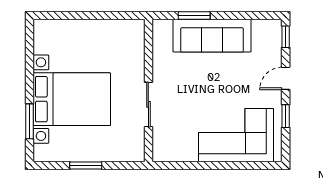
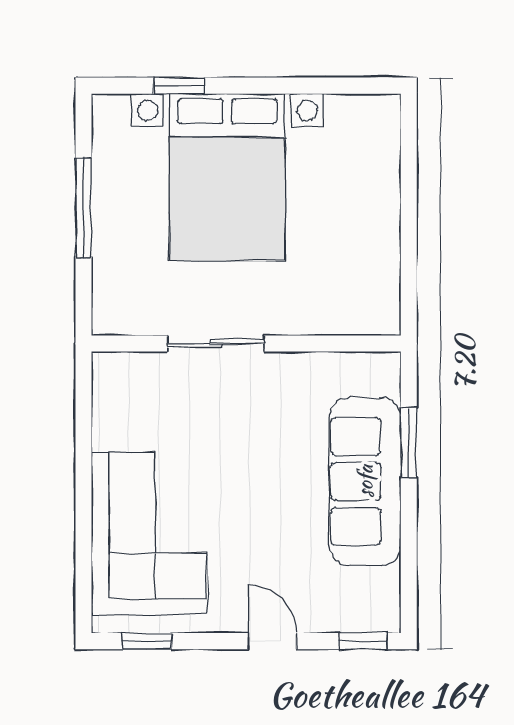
window: (286, 116) -> (147, 641), moved
window: (30, 121) -> (179, 86), width x0.67
window: (86, 165) -> (83, 208), width x1.44

